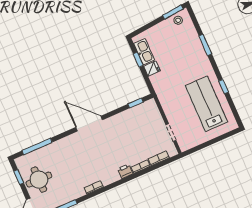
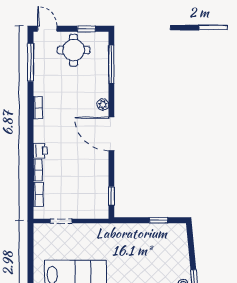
kitchen sink: (144, 52) -> (165, 231), removed
fridge: (152, 69) -> (142, 231), removed
door: (89, 124) -> (111, 134), swing flipped
plant: (70, 140) -> (103, 104), added

